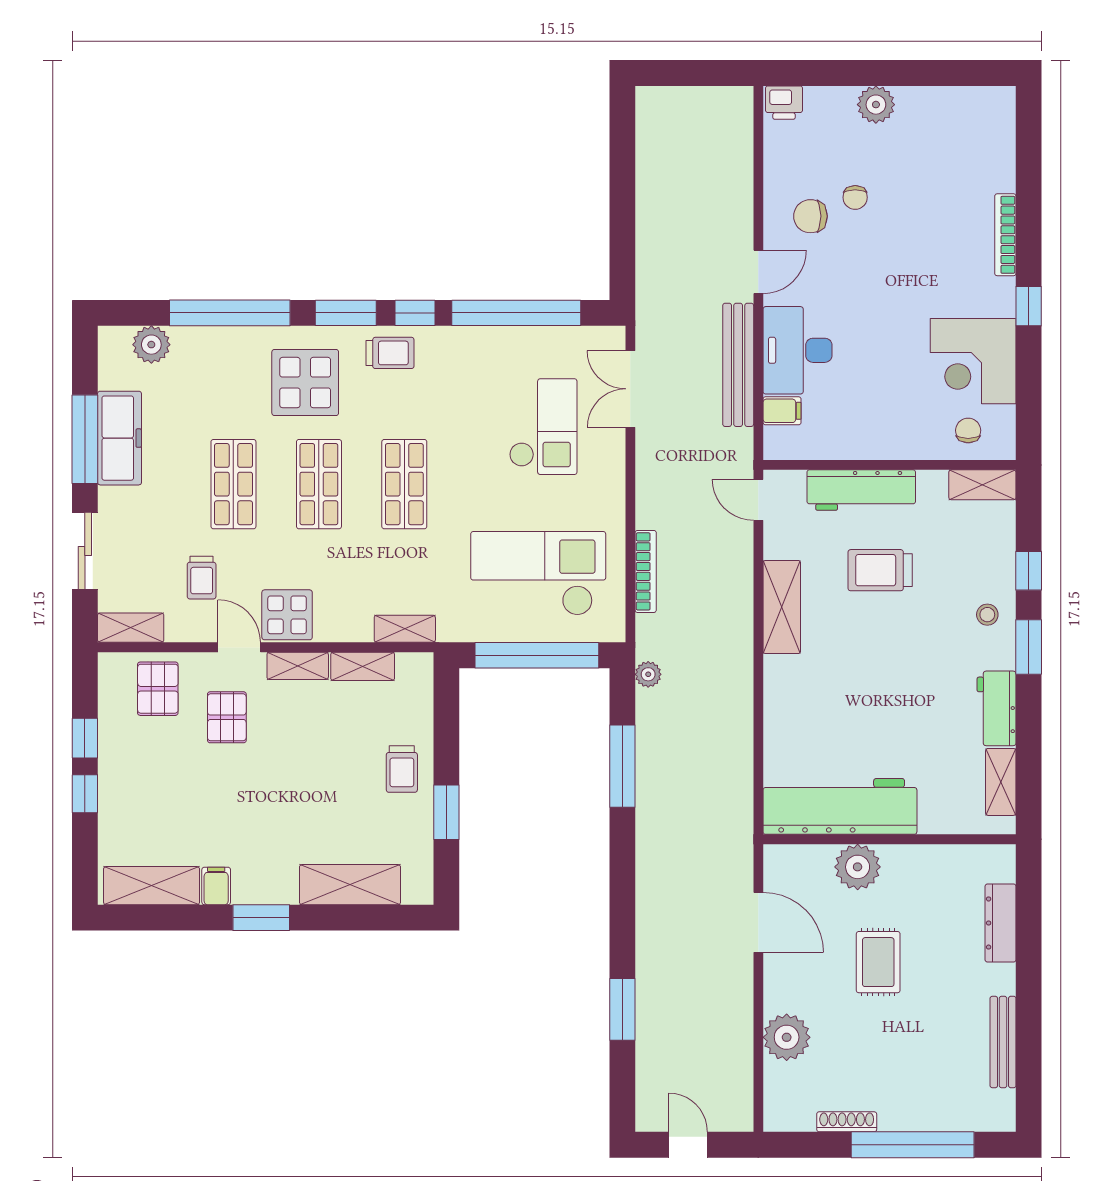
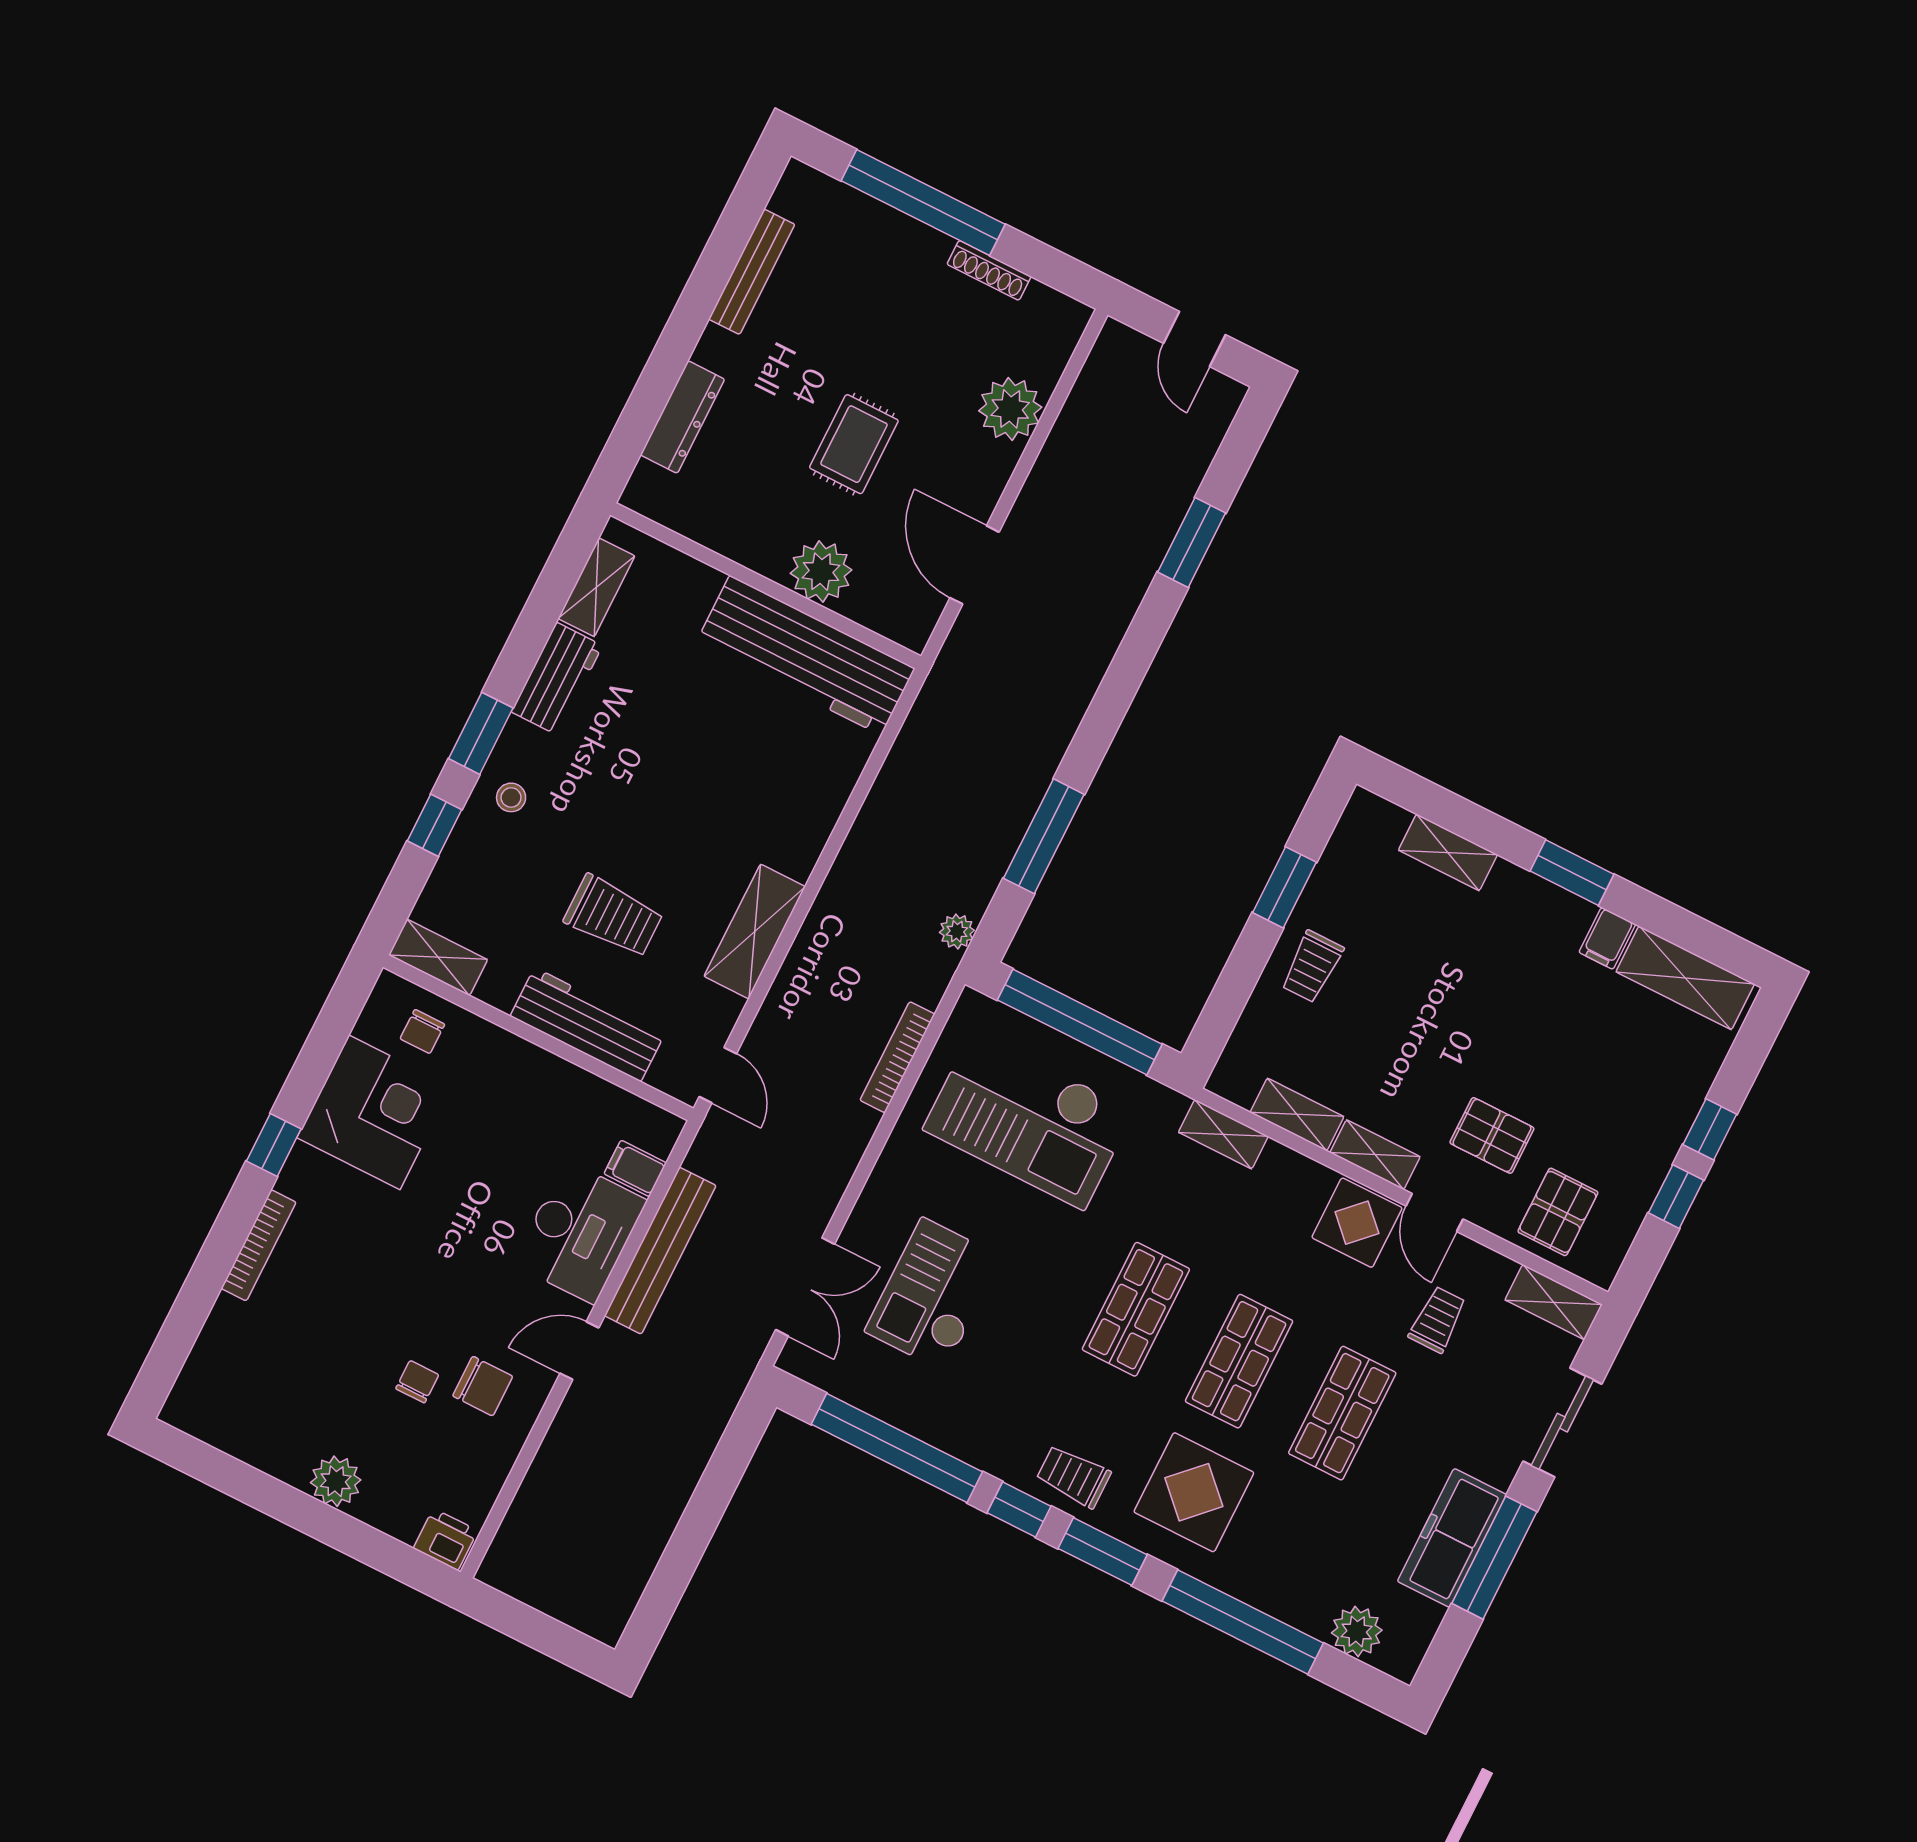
pallet: (227, 717) -> (1492, 1135), turned 90
trolley: (402, 769) -> (1312, 967), turned 180
shelving: (350, 885) -> (1448, 852), width x0.67, depth x0.75

